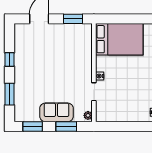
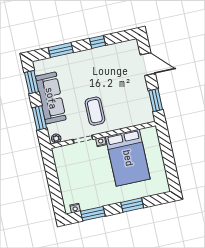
bed: (119, 39) -> (128, 158), moved
coffee table: (71, 75) -> (95, 111), added
sofa: (57, 112) -> (51, 98), width x1.36

